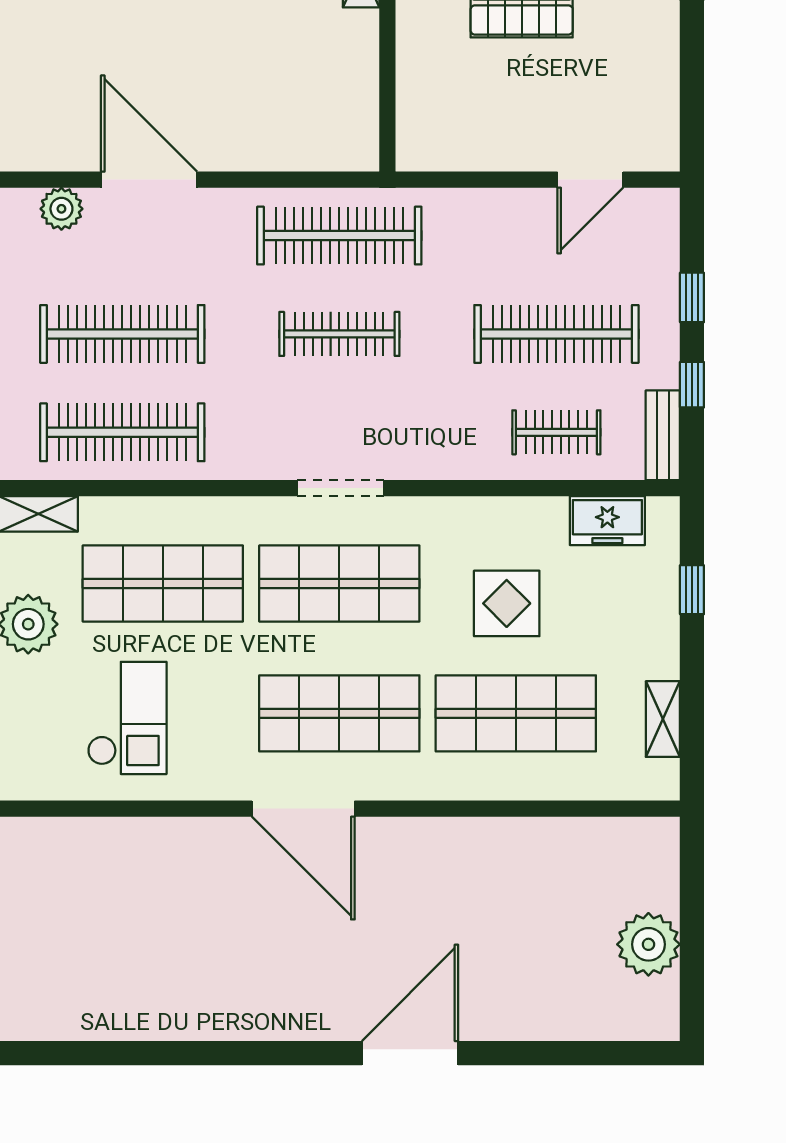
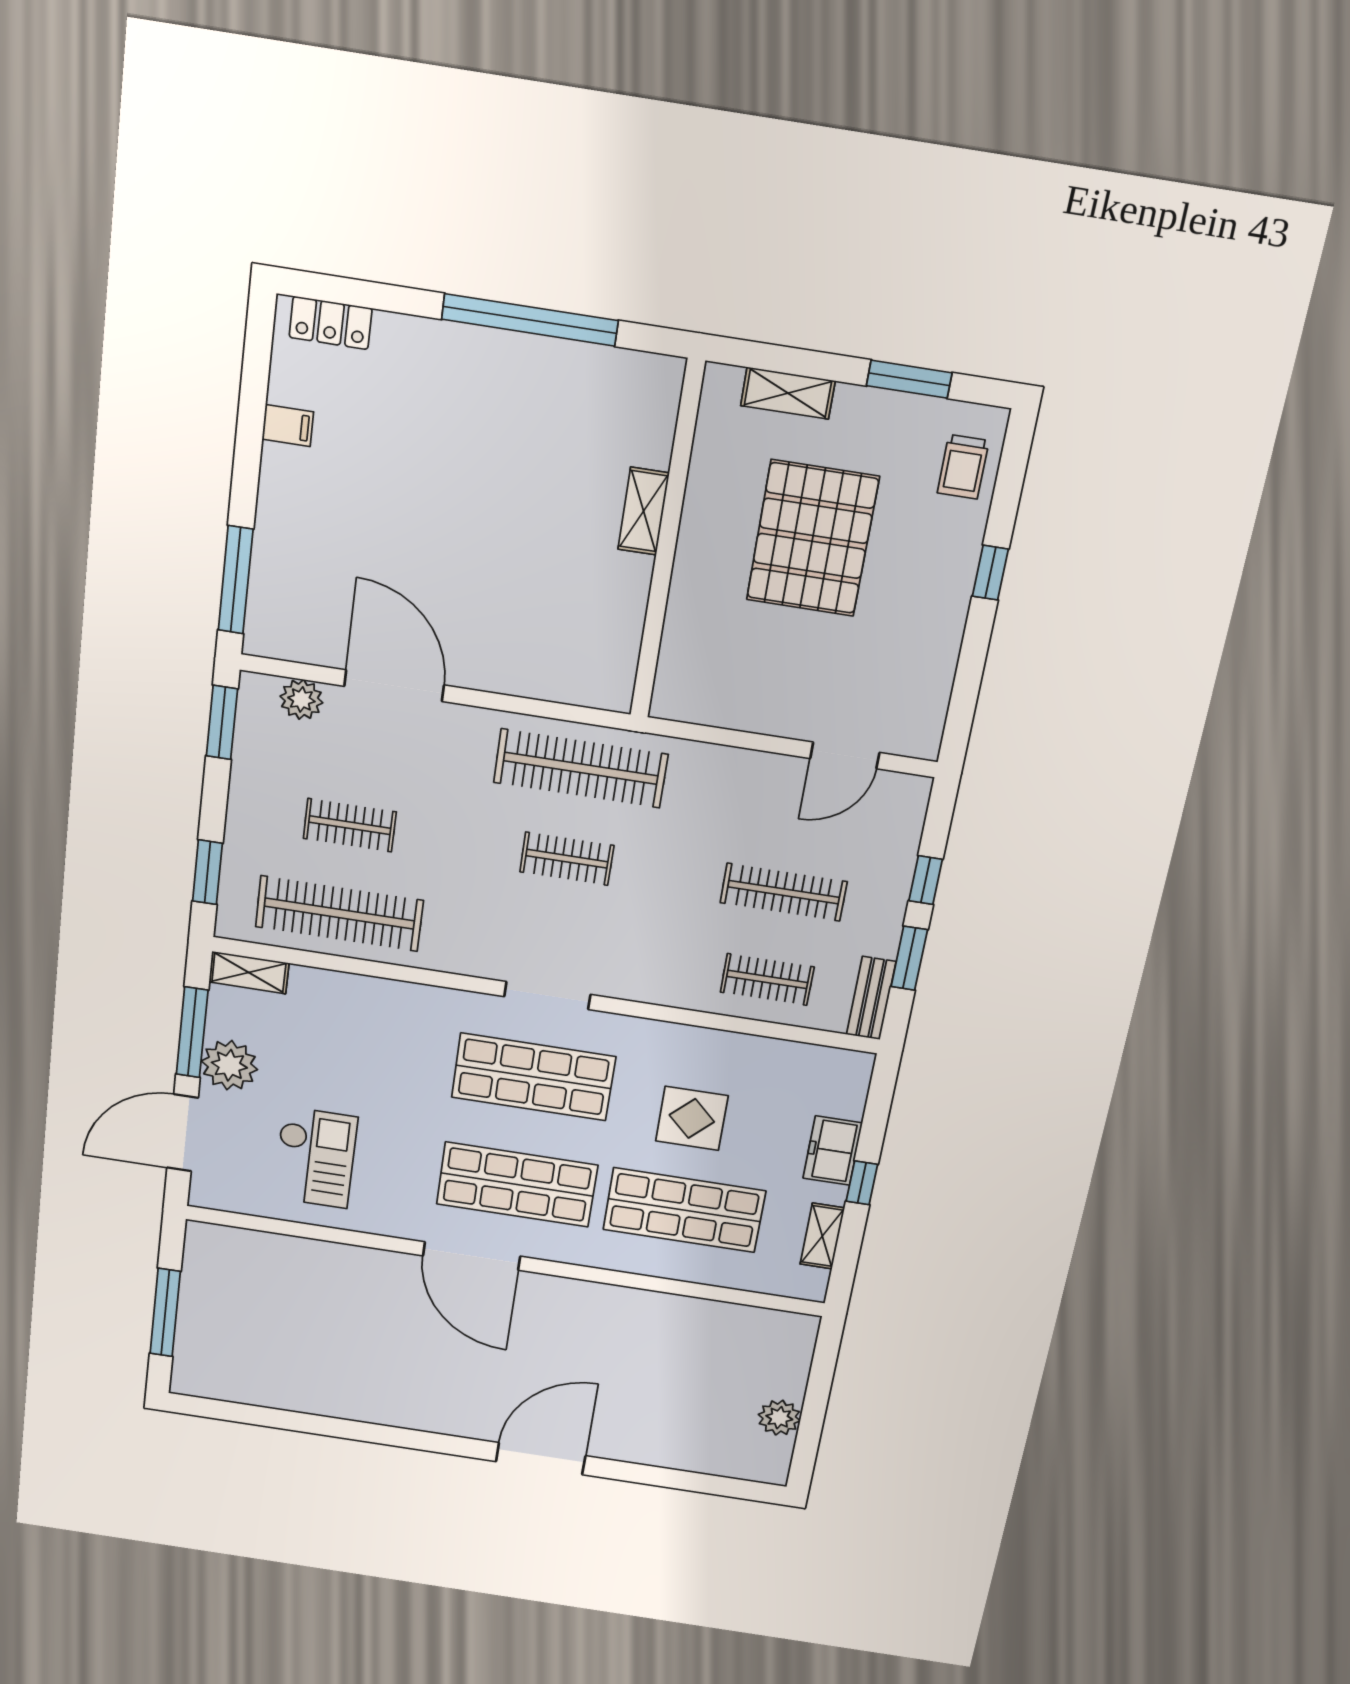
clothes rail: (122, 334) -> (350, 825), width x0.54, depth x0.76
clothes rail: (339, 334) -> (567, 859), width x0.73
clothes rail: (556, 334) -> (784, 892), width x0.73, depth x0.76
window: (692, 385) -> (909, 958), width x1.50
freezer: (607, 521) -> (833, 1151), moved, turned 90
shop shelf: (163, 583) -> (363, 1051), removed
window: (692, 590) -> (862, 1183), moved
plant: (648, 944) -> (779, 1418), width x0.73, depth x0.73

